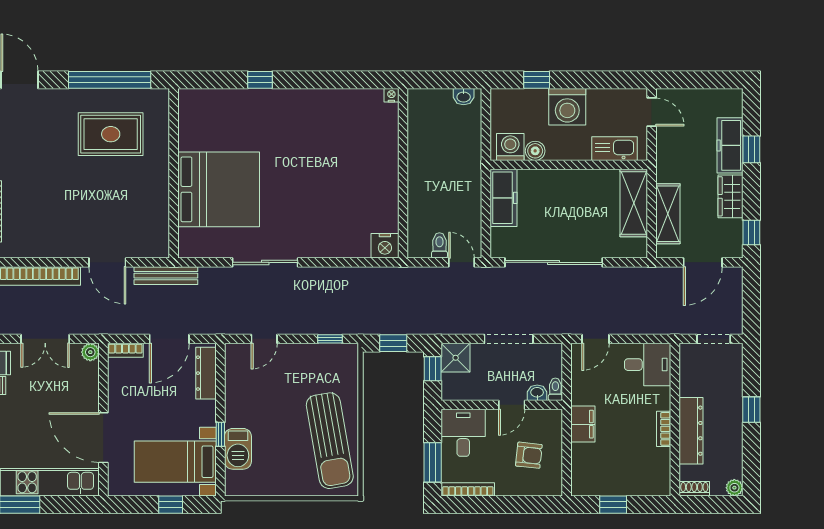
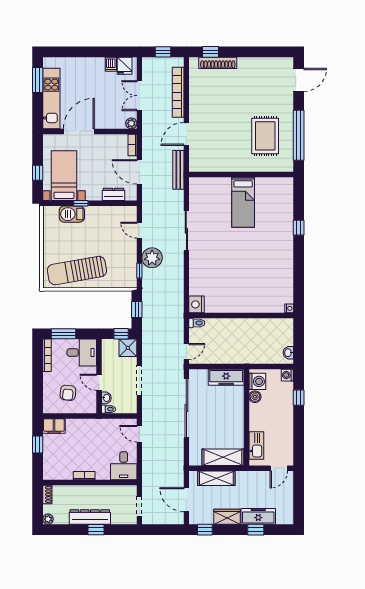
washing machine: (567, 107) -> (287, 375), moved, width x0.53, depth x0.53
bed: (219, 189) -> (243, 202), width x0.49
toilet: (439, 245) -> (197, 323), moved
plant: (309, 318) -> (152, 258), added
dresser: (206, 373) -> (114, 194), width x0.70
filing cabinet: (583, 424) -> (54, 426), moved
dresser: (691, 431) -> (90, 517), moved, turned 180

